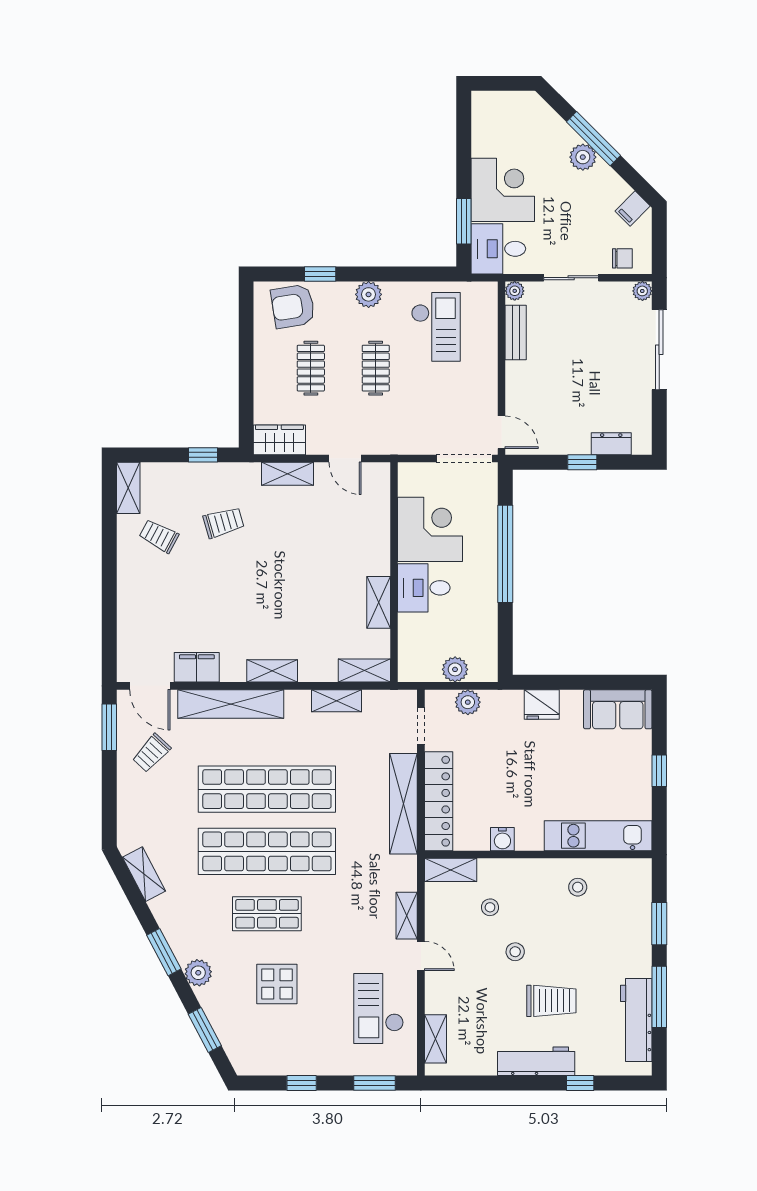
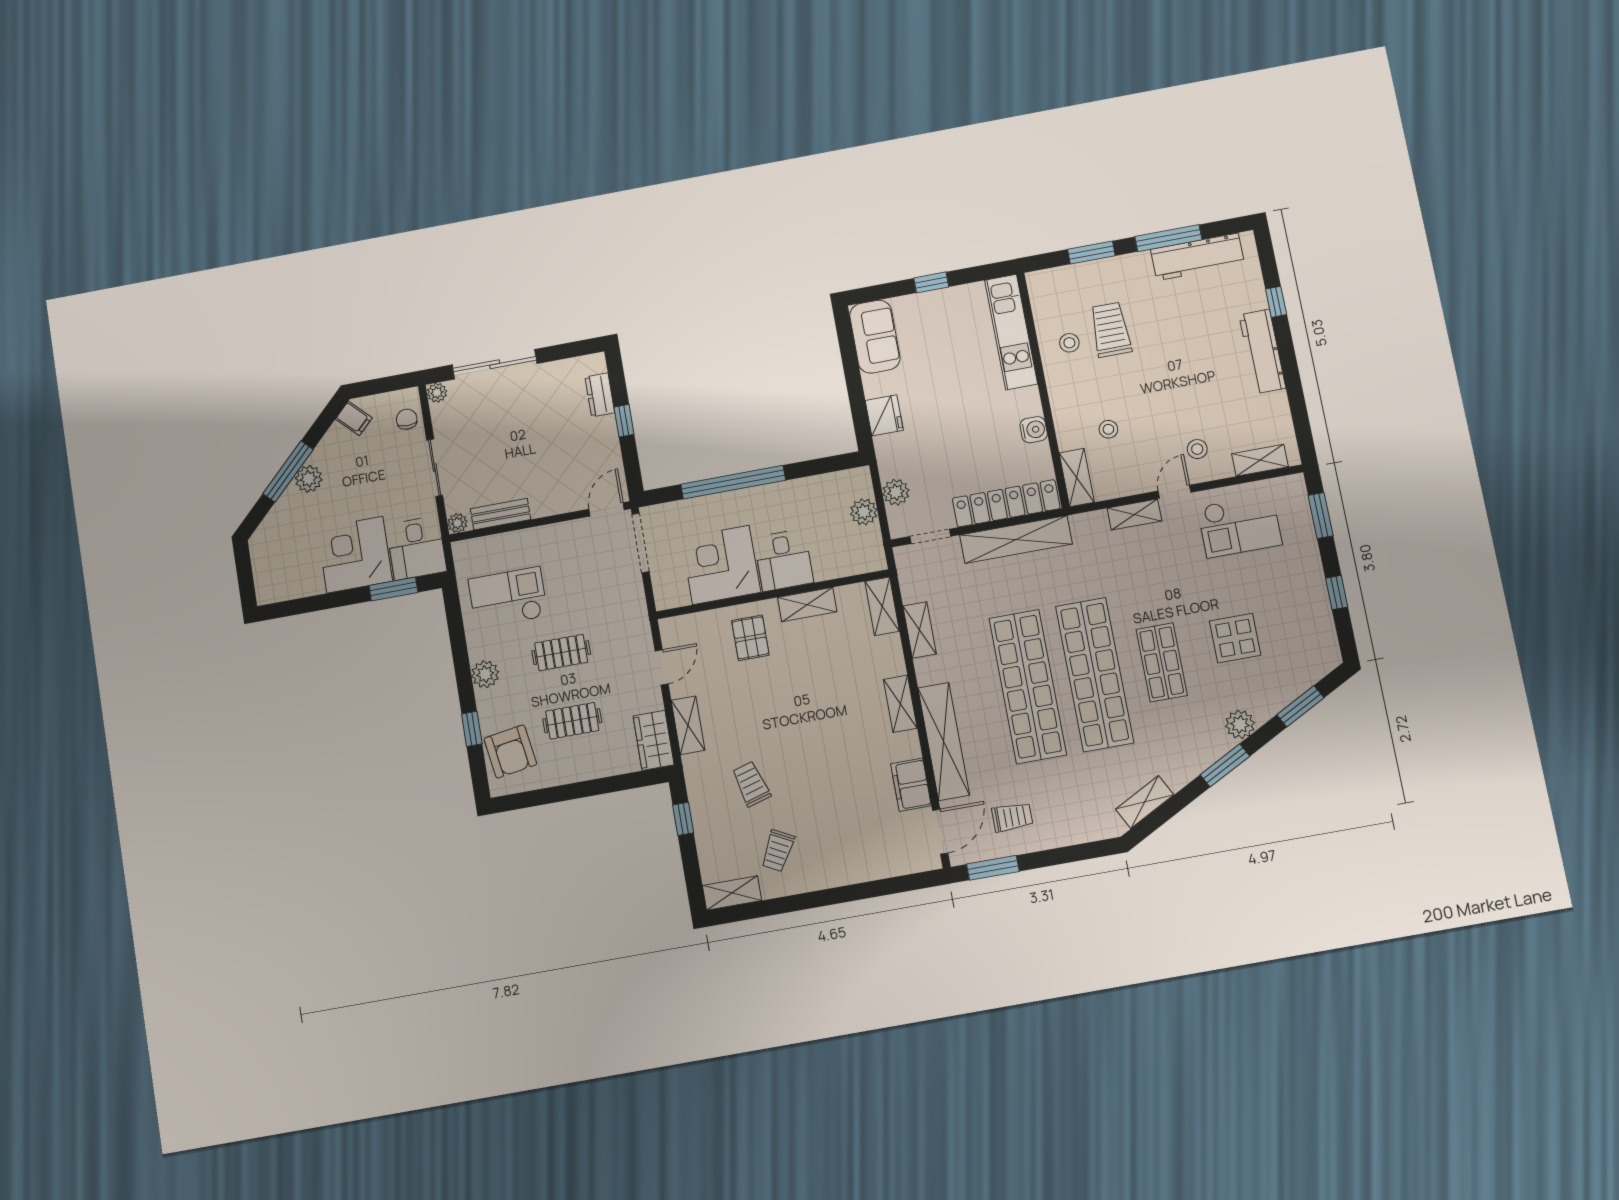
pallet: (357, 545) -> (750, 638), added
trolley: (152, 753) -> (1012, 817), turned -43
stool: (515, 952) -> (1197, 449), moved
trolley: (551, 1001) -> (1111, 330), moved

